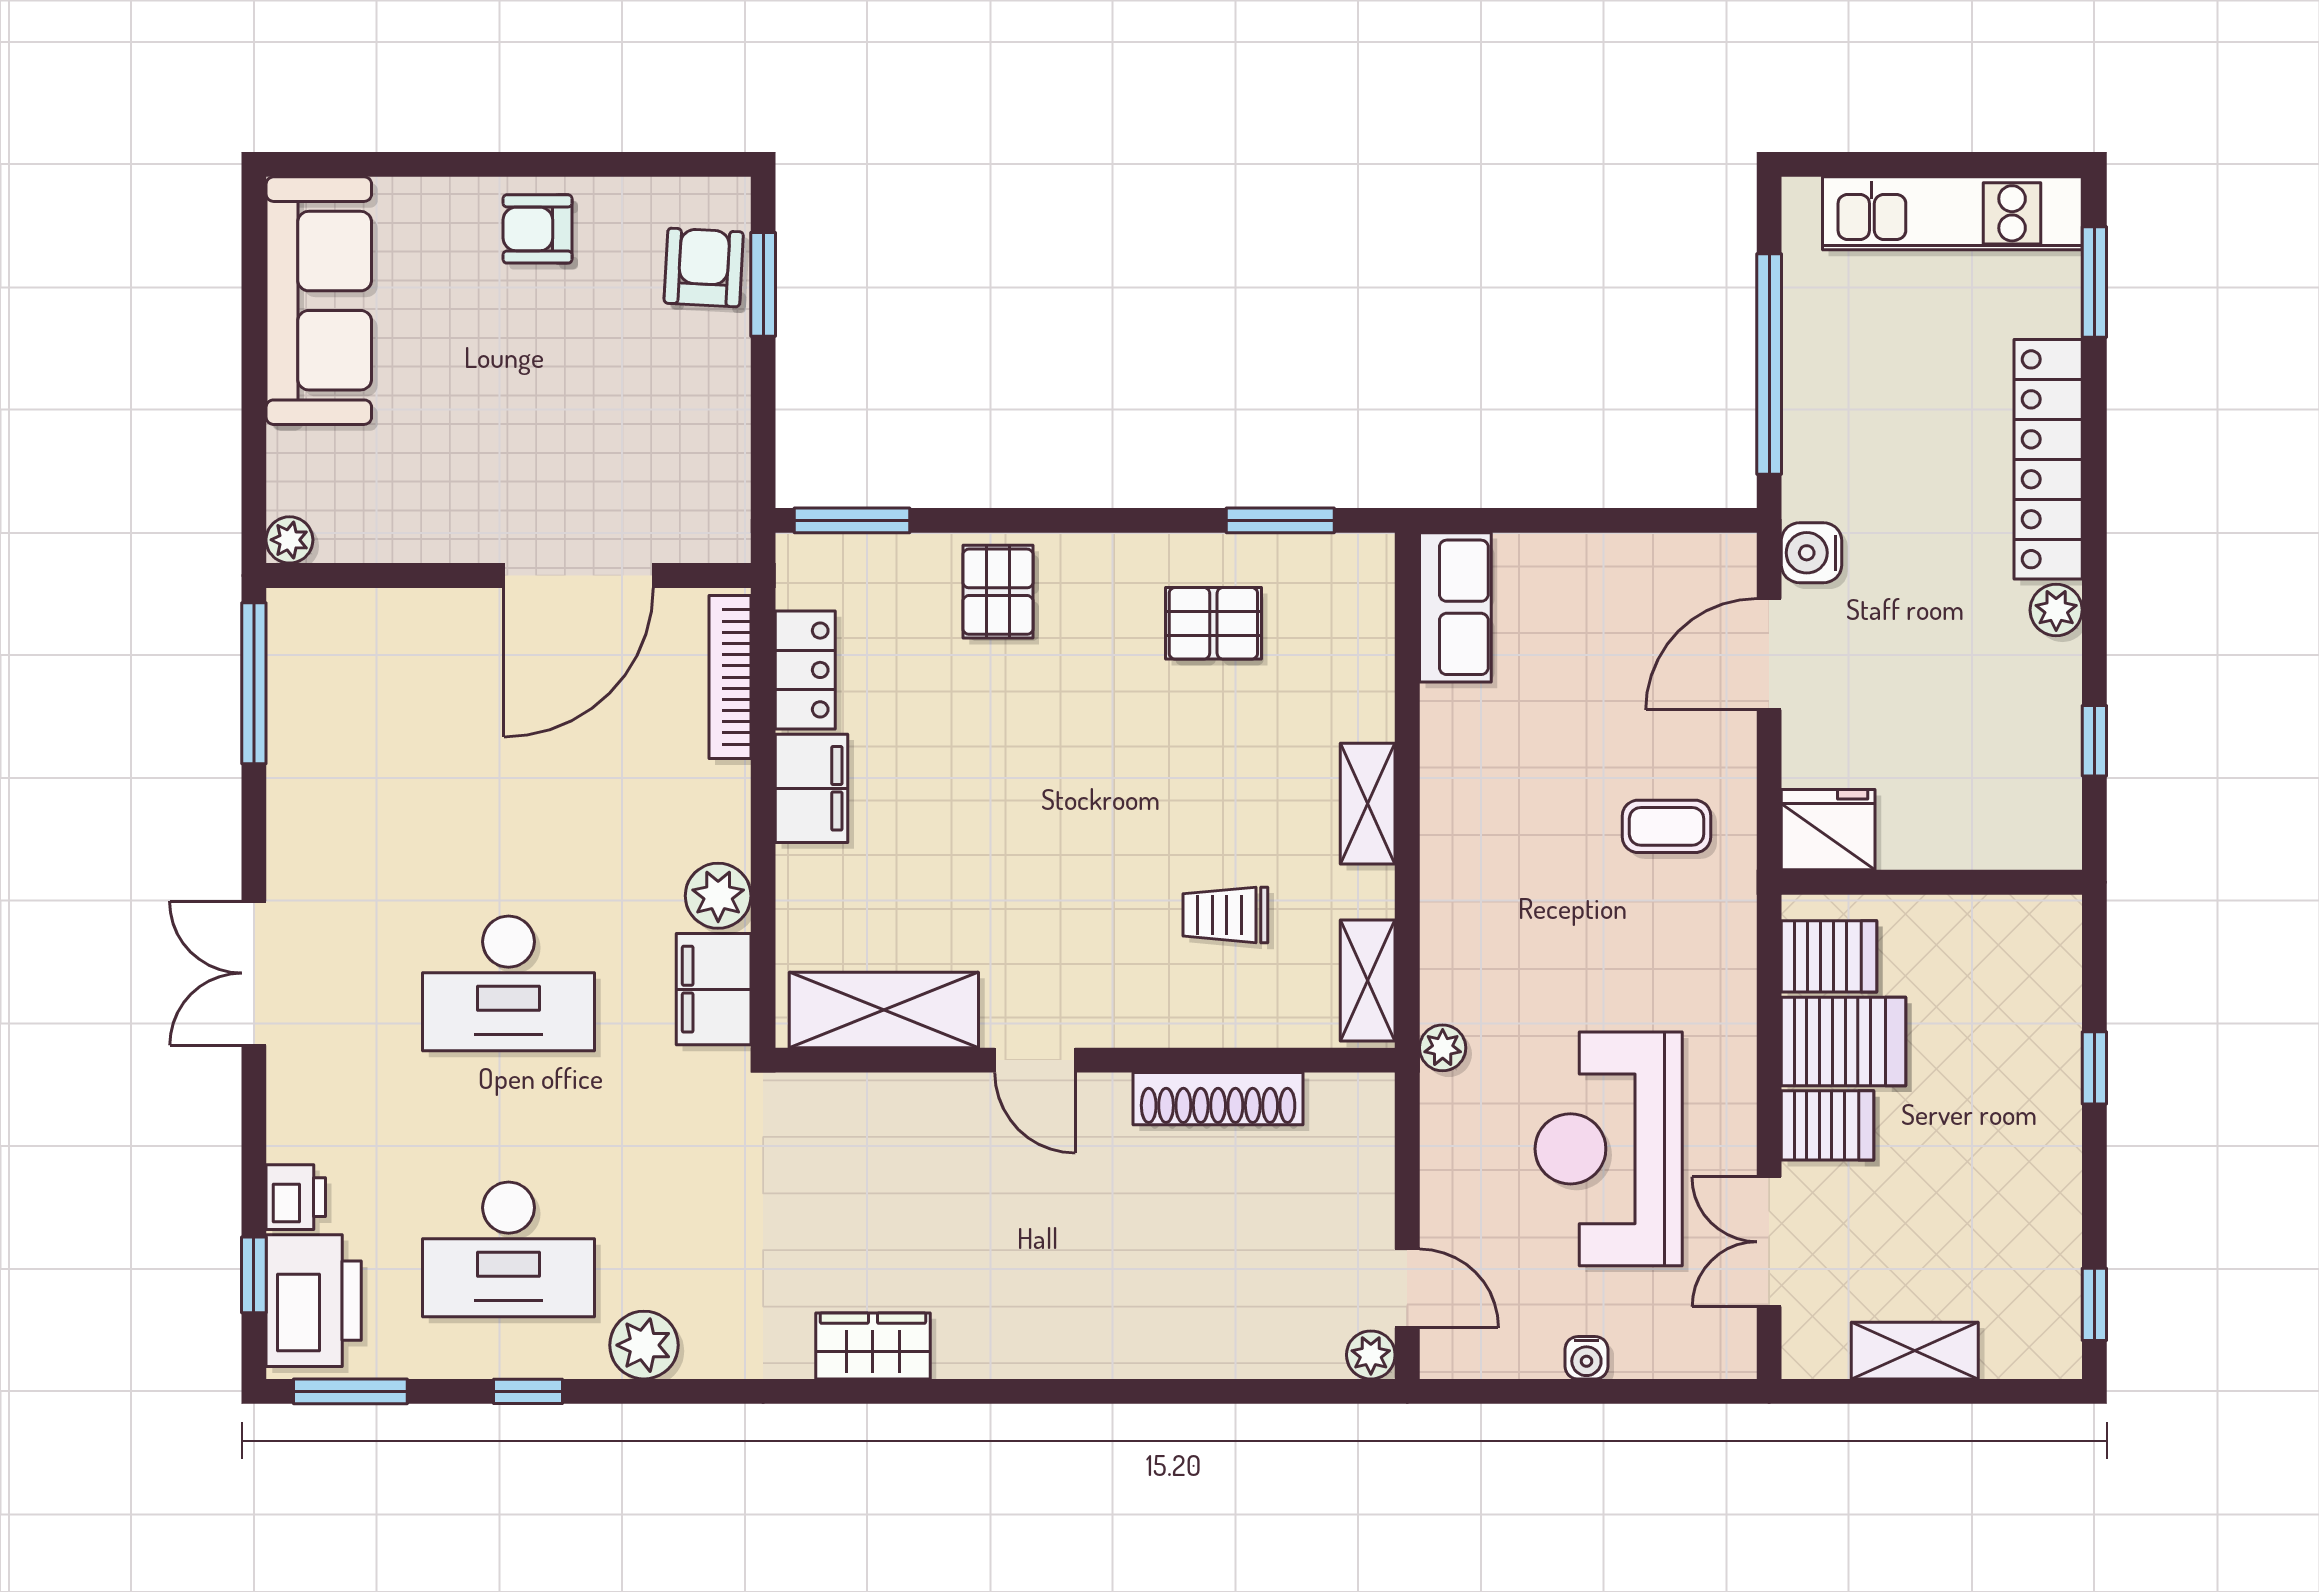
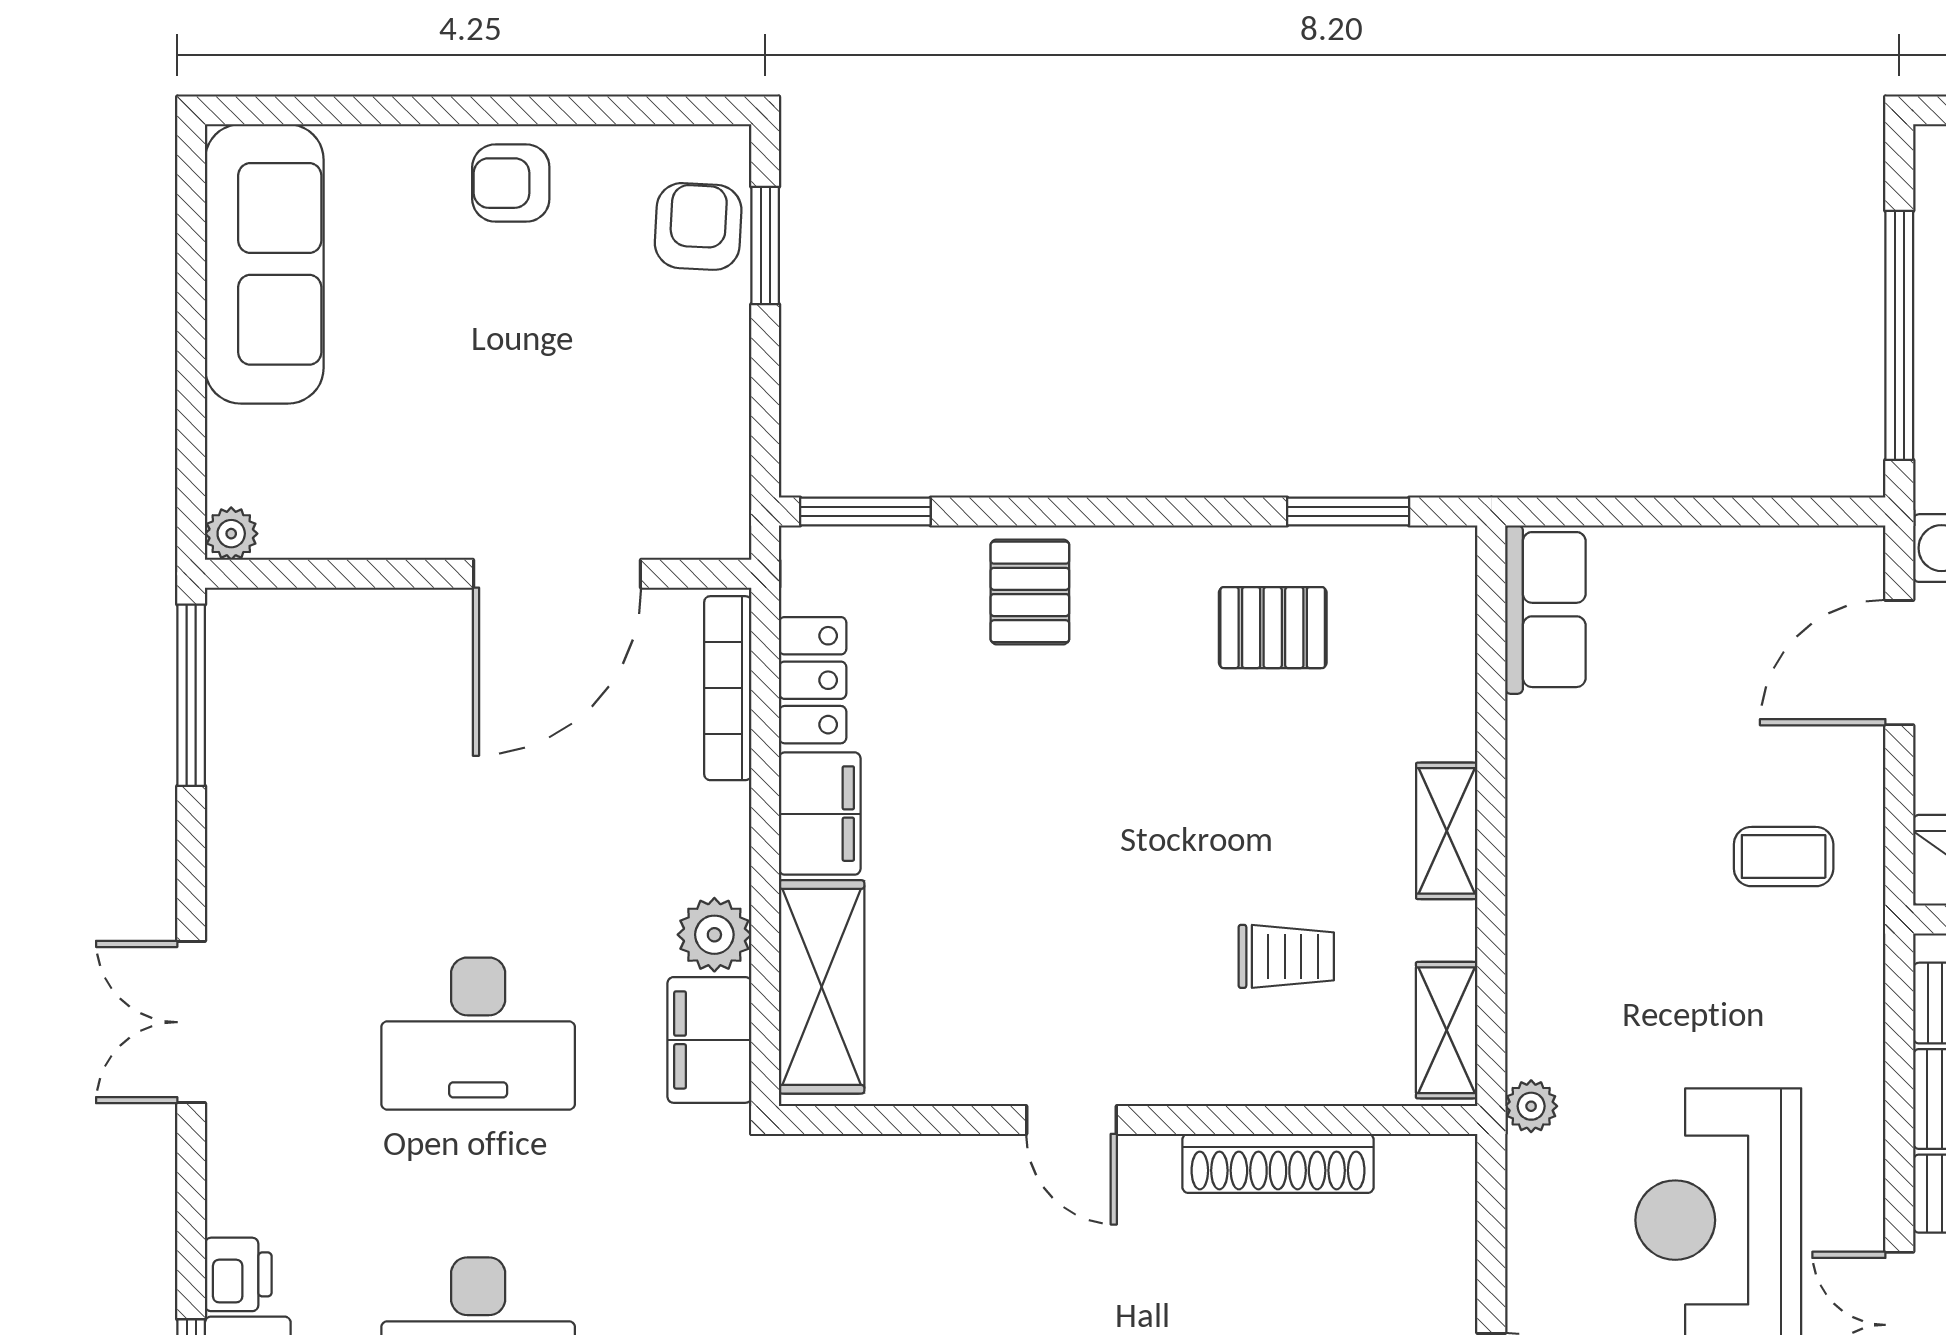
trolley: (1225, 915) -> (1286, 956), turned 180
shelving: (884, 1010) -> (822, 987), moved, turned 90

